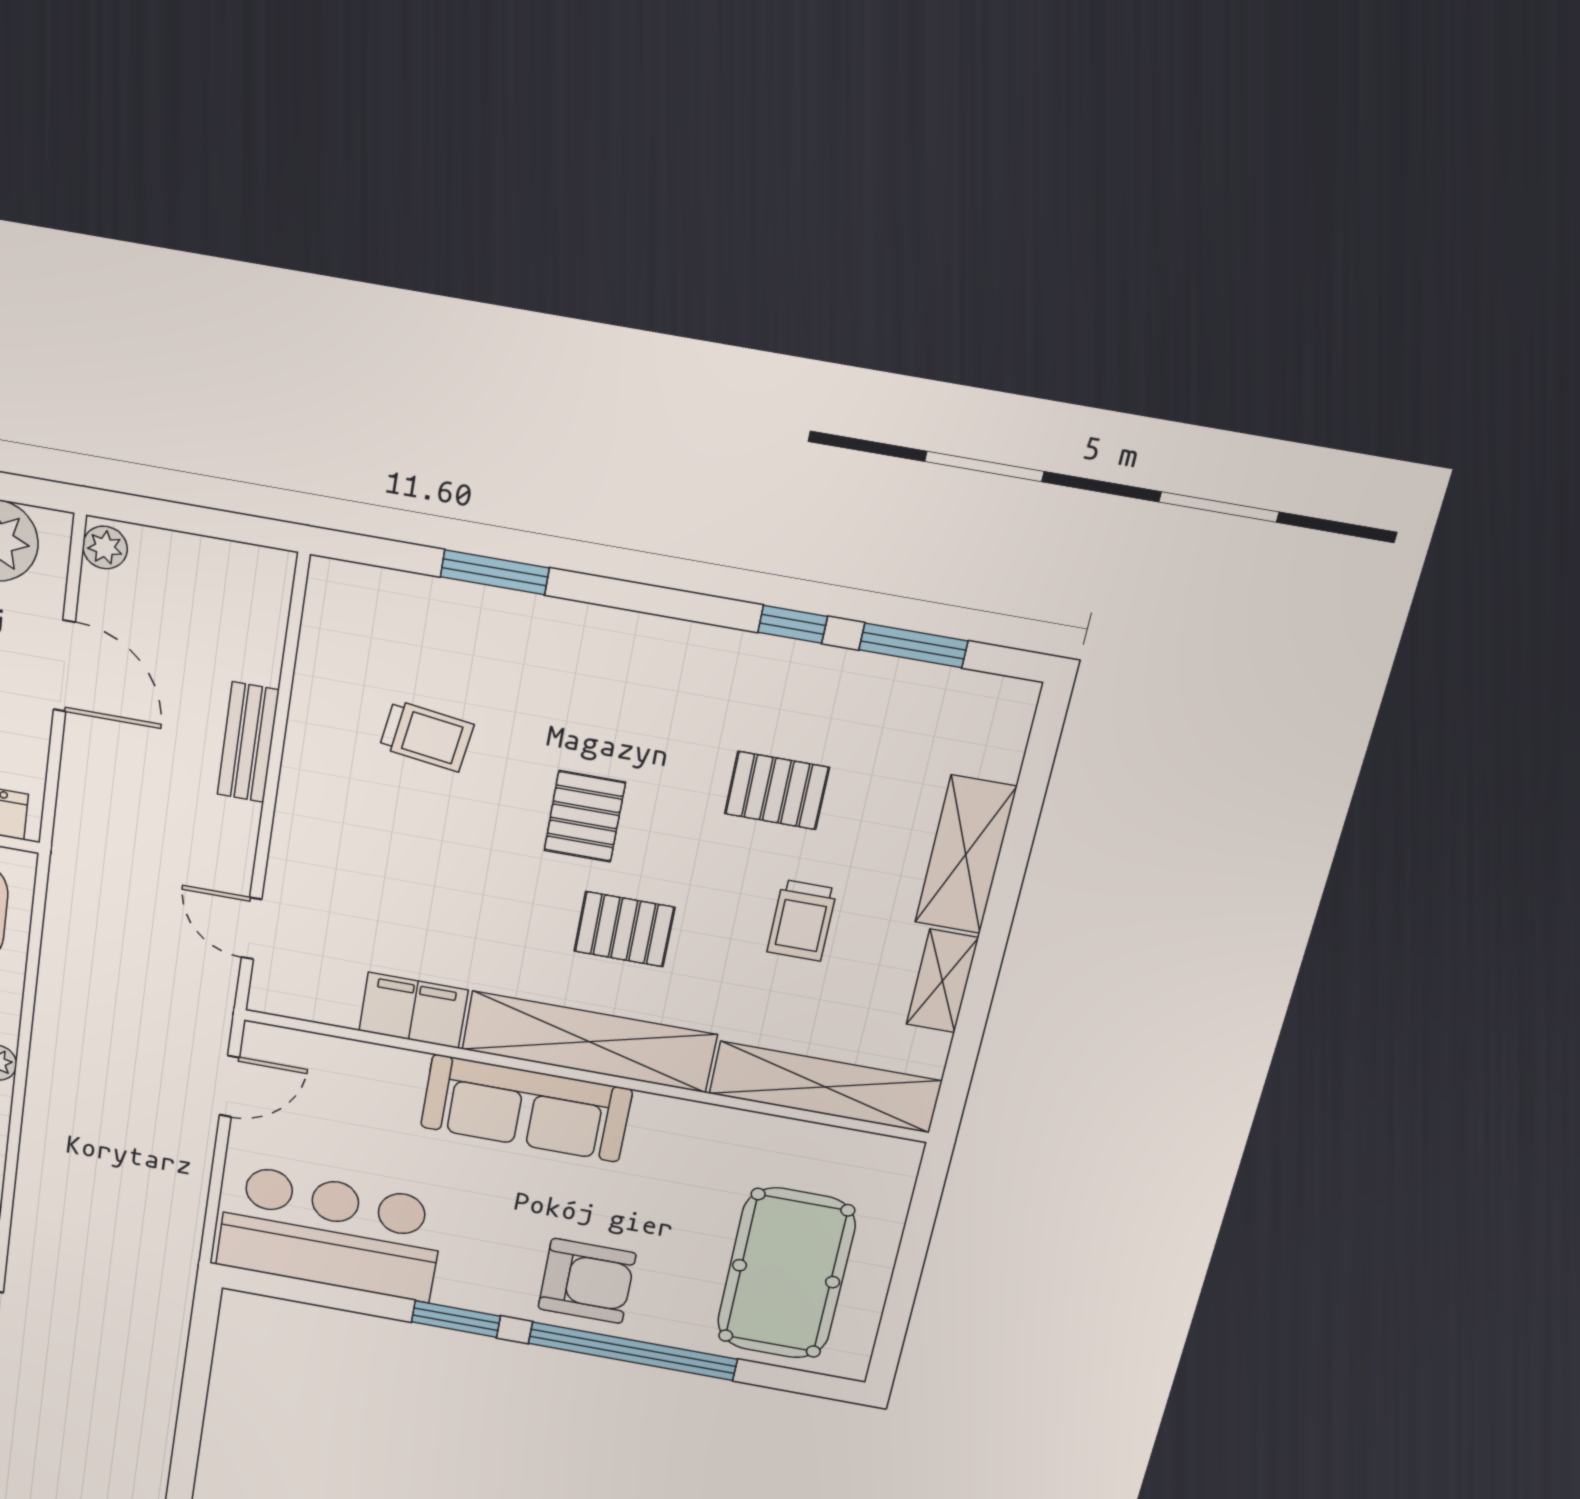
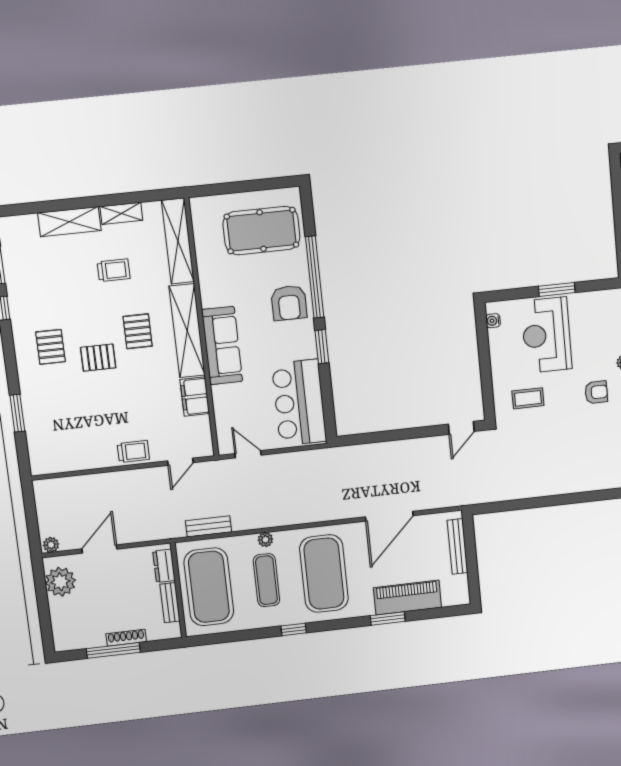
trolley: (427, 736) -> (133, 451), moved, turned 82
bench: (248, 742) -> (209, 526), moved
pallet: (777, 791) -> (51, 347), moved
armchair: (587, 1281) -> (289, 303), turned 180

